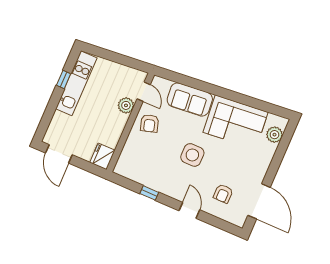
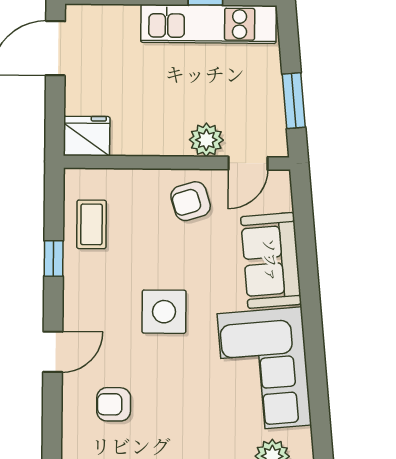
window: (125, 61) -> (294, 101), added
coffee table: (141, 170) -> (91, 224), added

